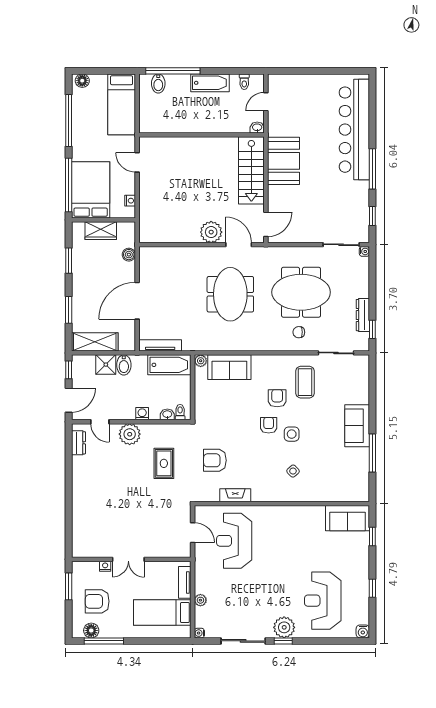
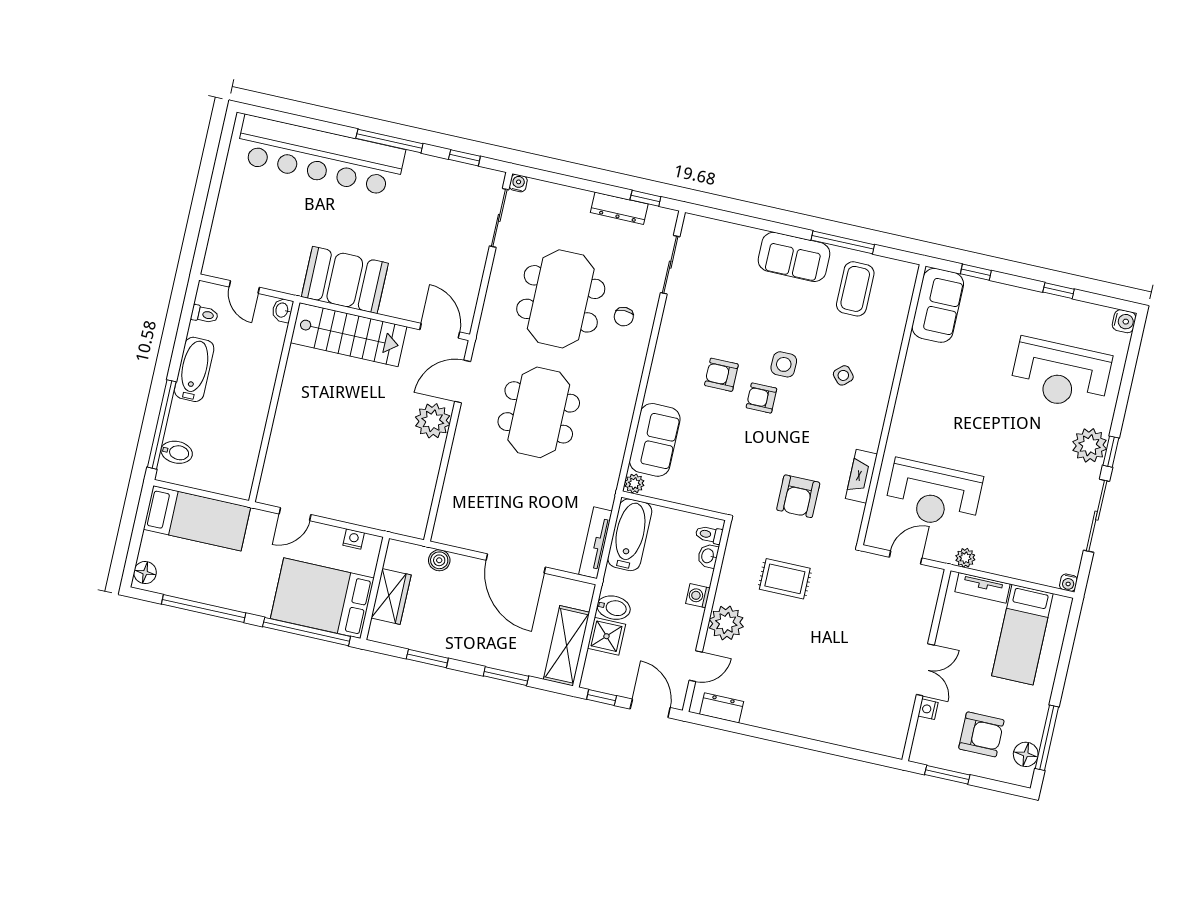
meeting table: (230, 294) -> (539, 412), turned 90
coffee table: (305, 382) -> (855, 289), moved, turned 90
plant: (200, 600) -> (965, 558), moved
armchair: (97, 601) -> (981, 734), turned -90

